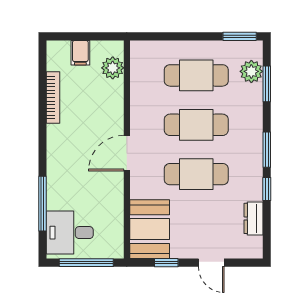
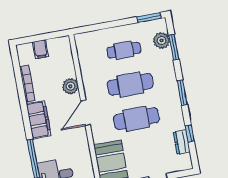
plant: (113, 68) -> (70, 86), moved
cafe table: (196, 75) -> (124, 50), width x0.73, depth x0.74
filing cabinet: (60, 150) -> (39, 120), added
window: (267, 189) -> (190, 134), moved

